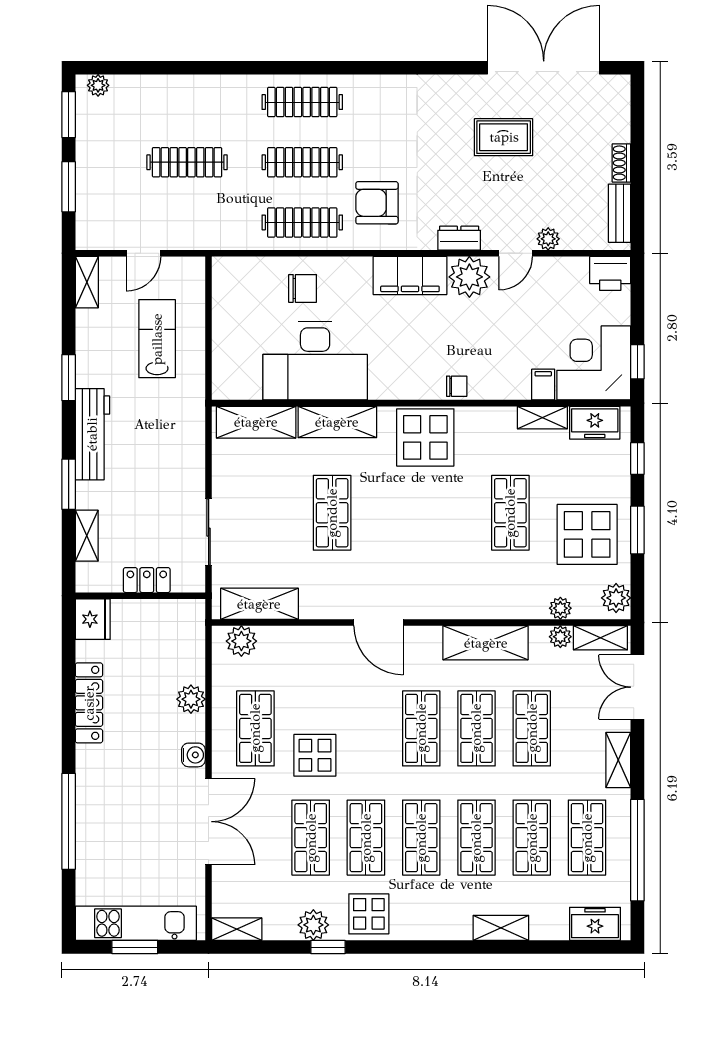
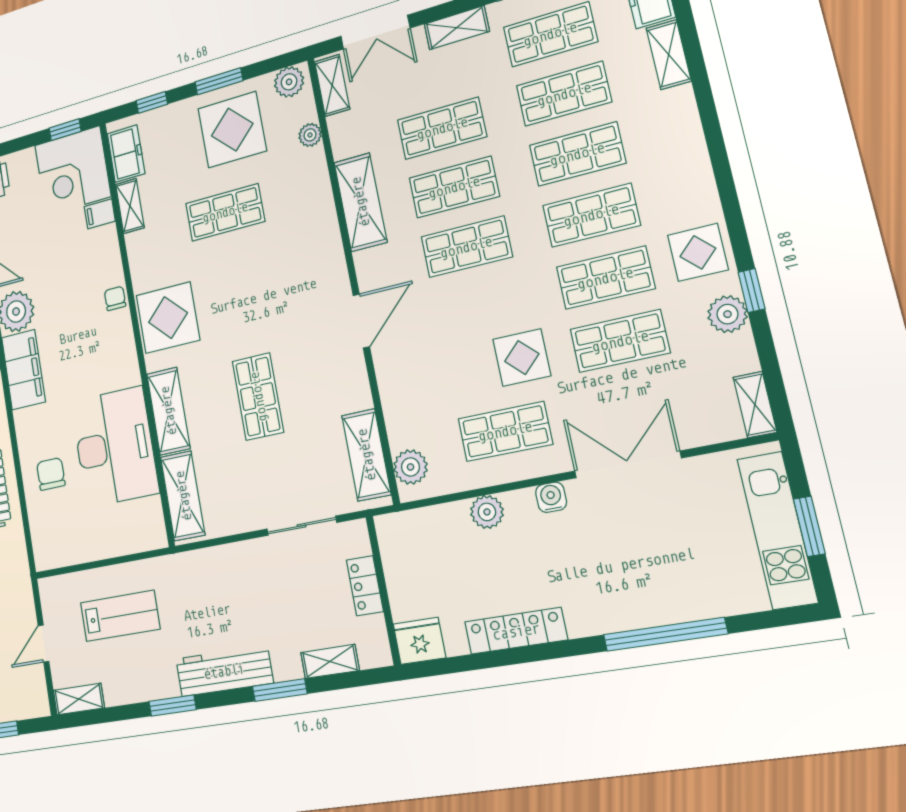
door: (143, 253) -> (44, 644), swing flipped
lab bench: (157, 339) -> (120, 616), turned 180
shop shelf: (332, 513) -> (258, 397), turned 90
plant: (560, 637) -> (339, 127), removed
shelving: (501, 928) -> (669, 55), moved

